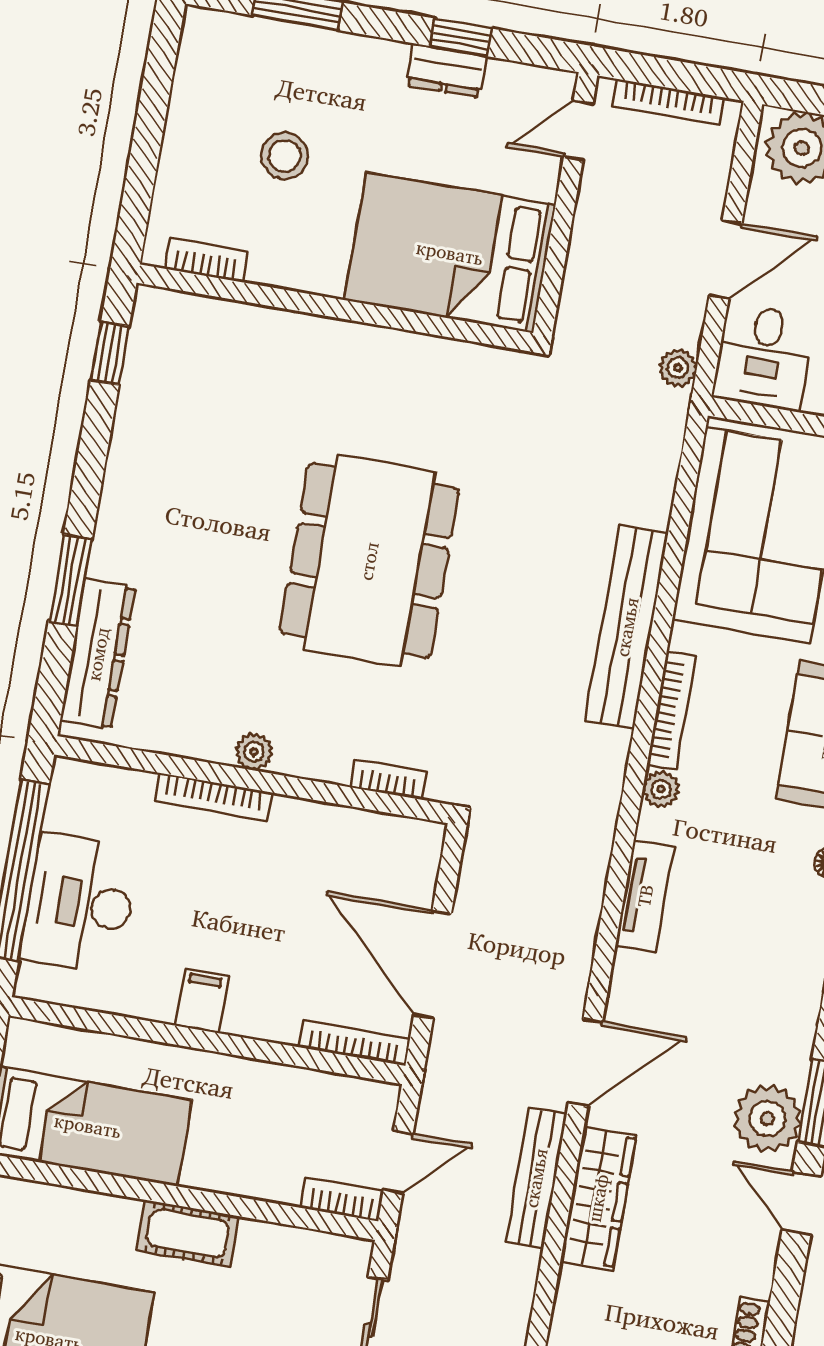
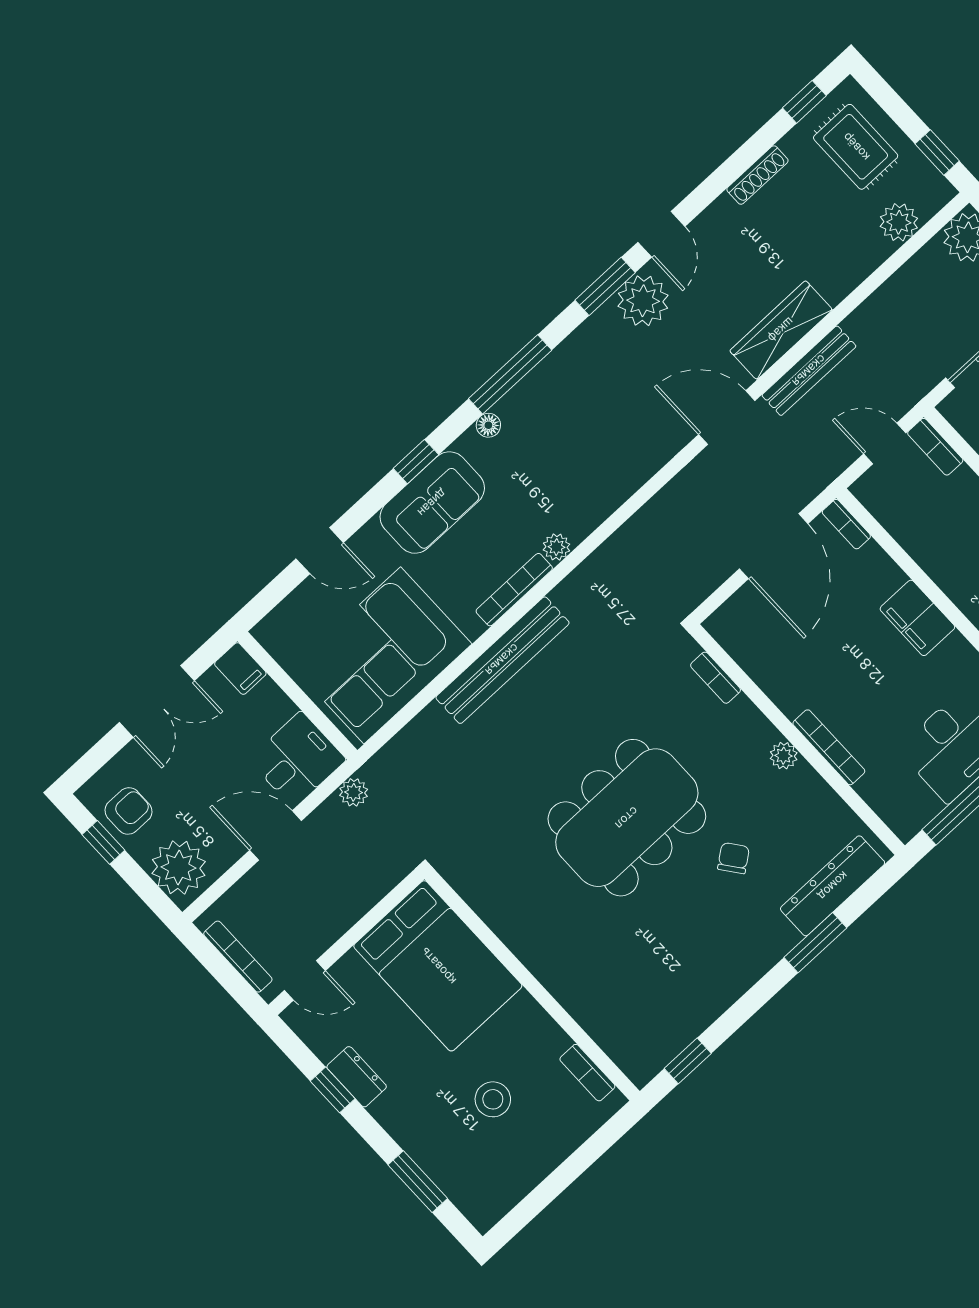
chair: (225, 604) -> (734, 858), added
tv unit: (645, 896) -> (615, 490), removed
filing cabinet: (202, 1001) -> (917, 618), width x2.00
bookcase: (355, 1043) -> (846, 524), width x0.64

